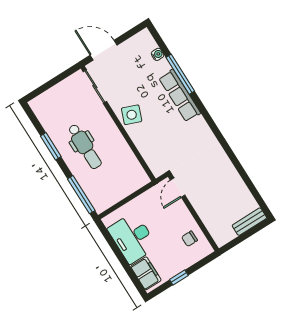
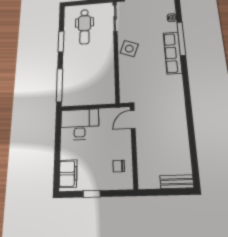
dental chair: (85, 146) -> (84, 27), moved
desk: (132, 238) -> (80, 124), moved, turned 90

